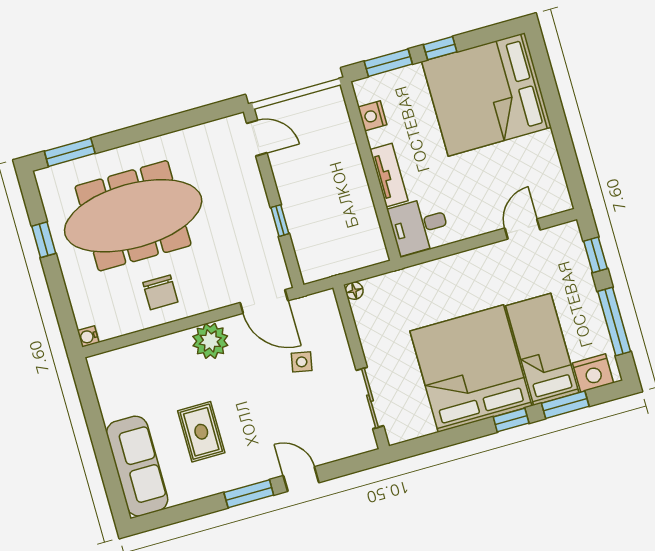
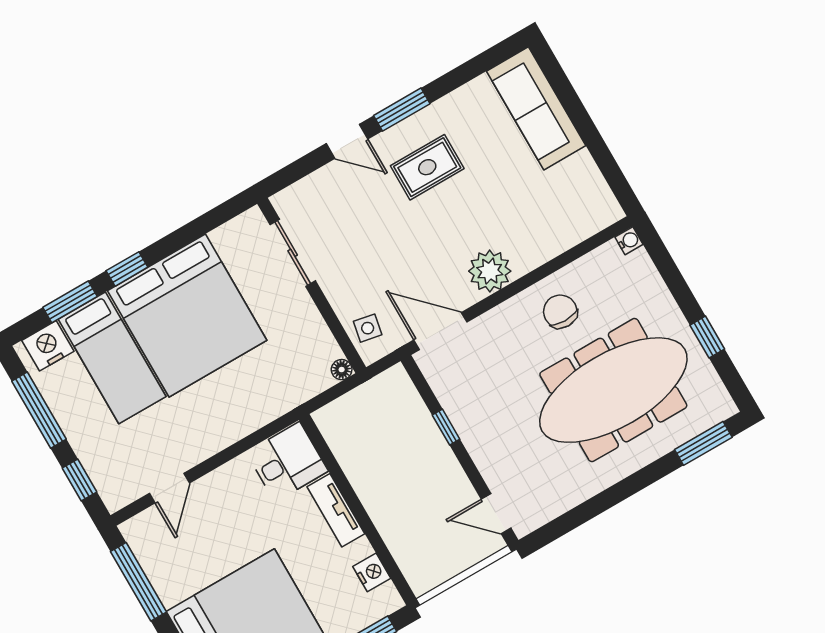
window: (568, 158) -> (138, 582), added
side table: (302, 362) -> (368, 328), moved
rug: (201, 432) -> (427, 167), moved, turned 90

